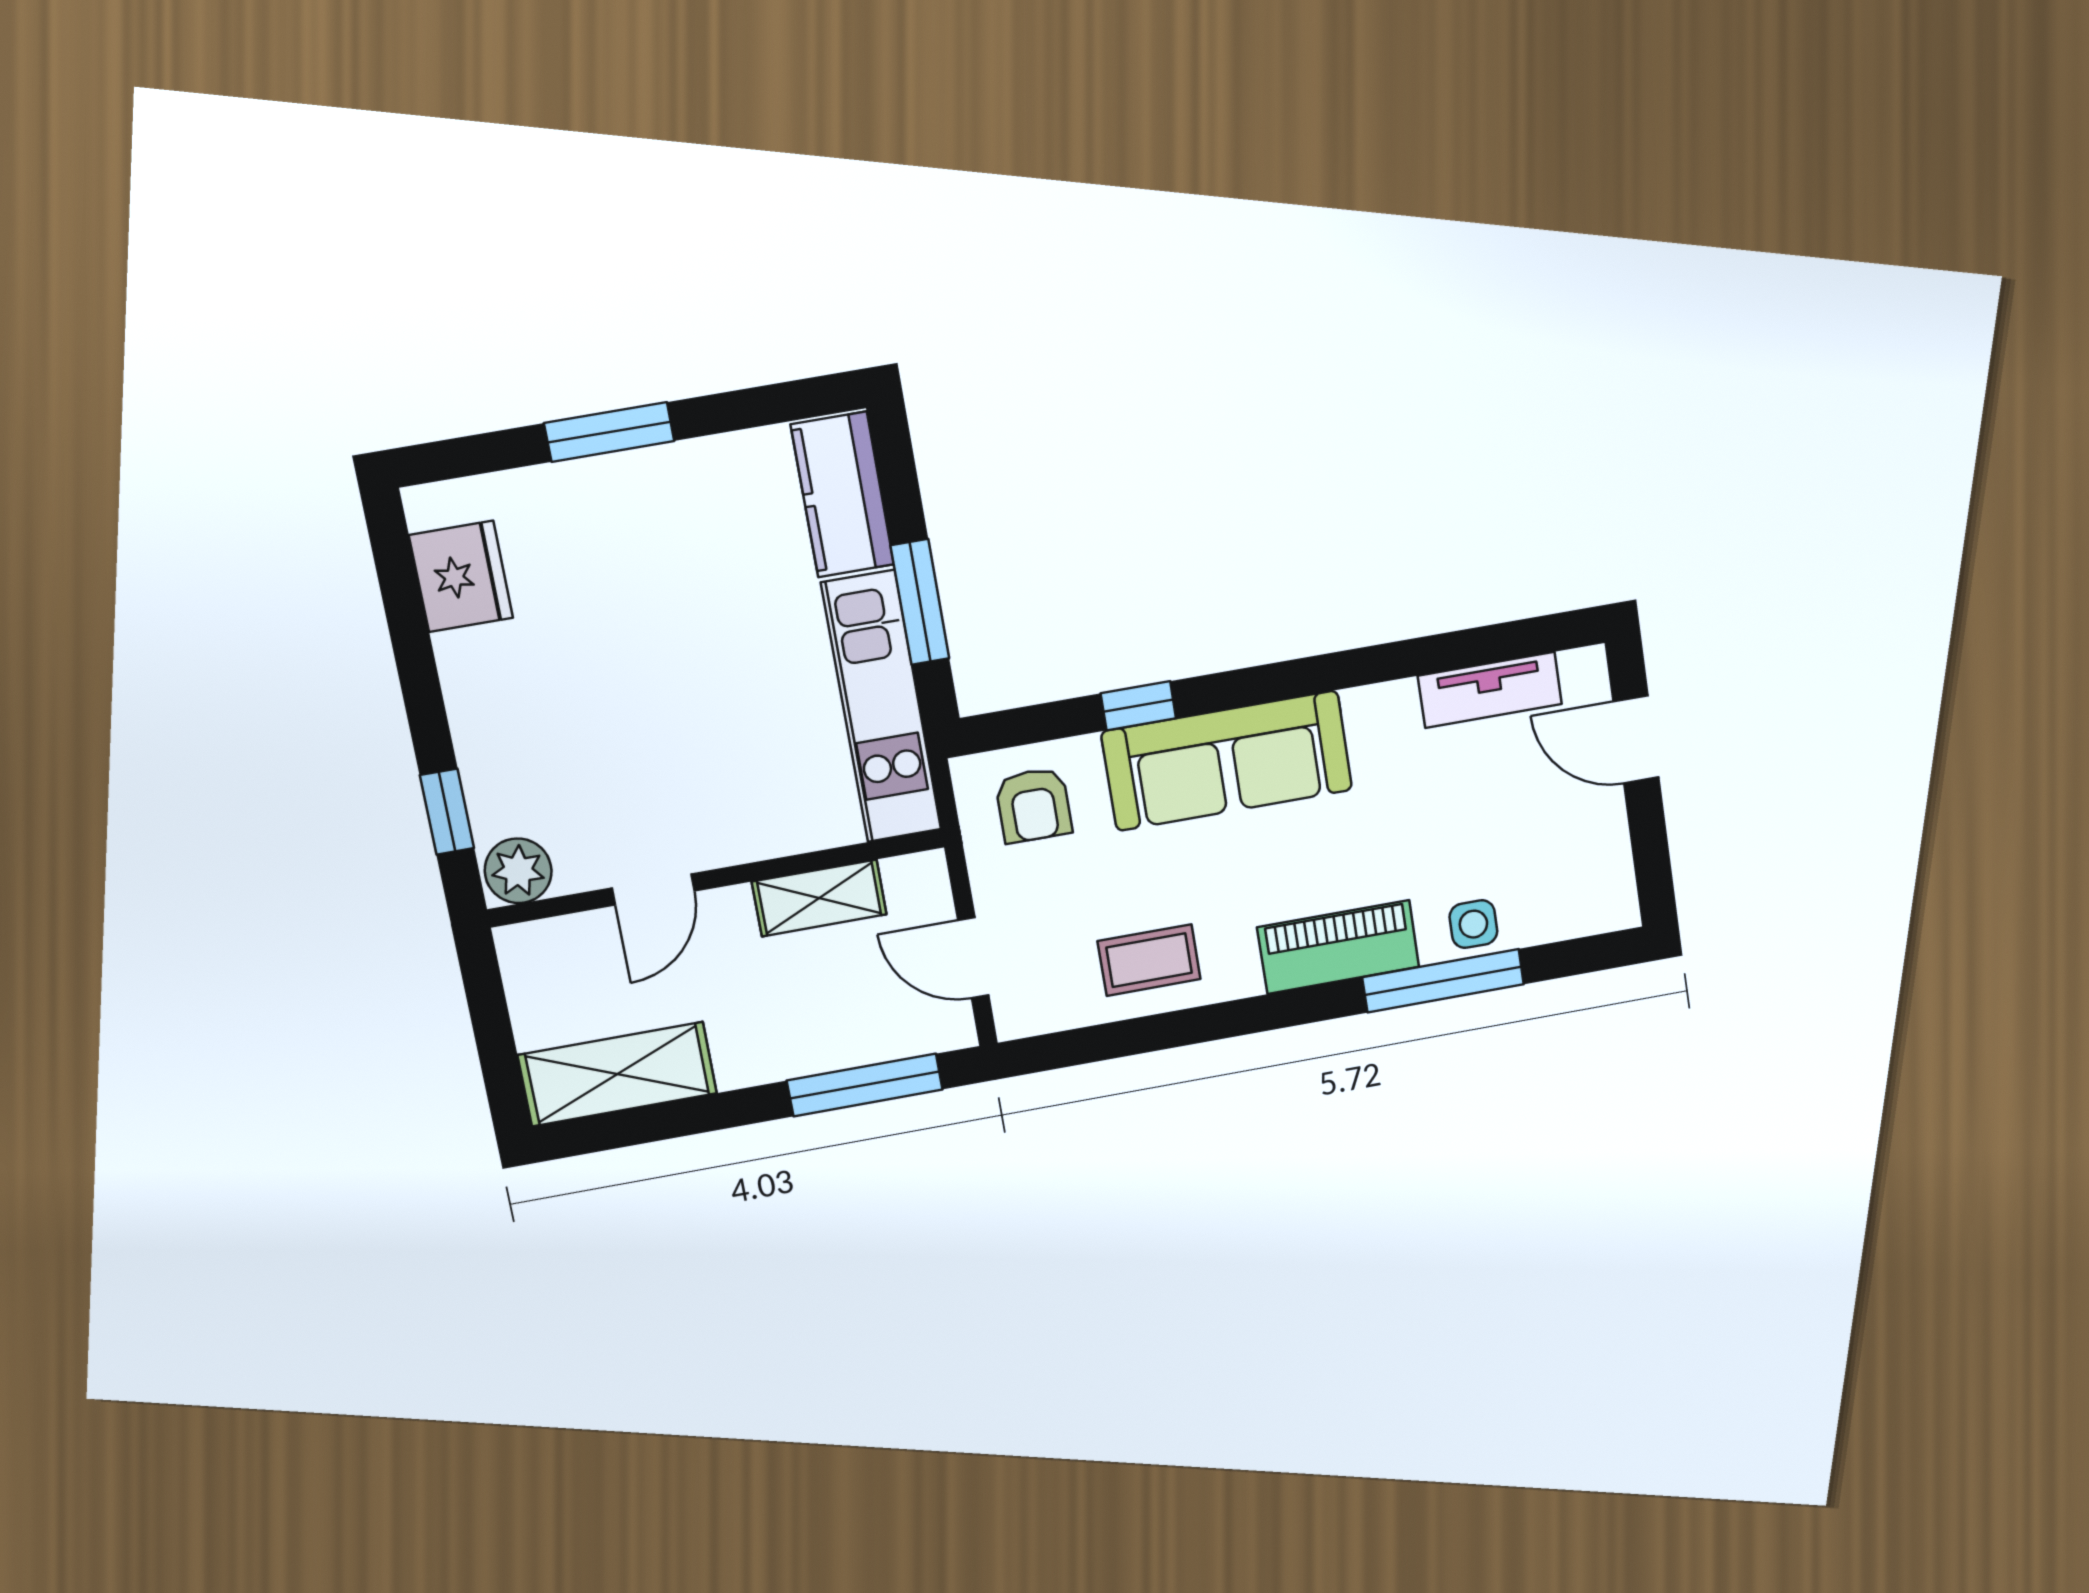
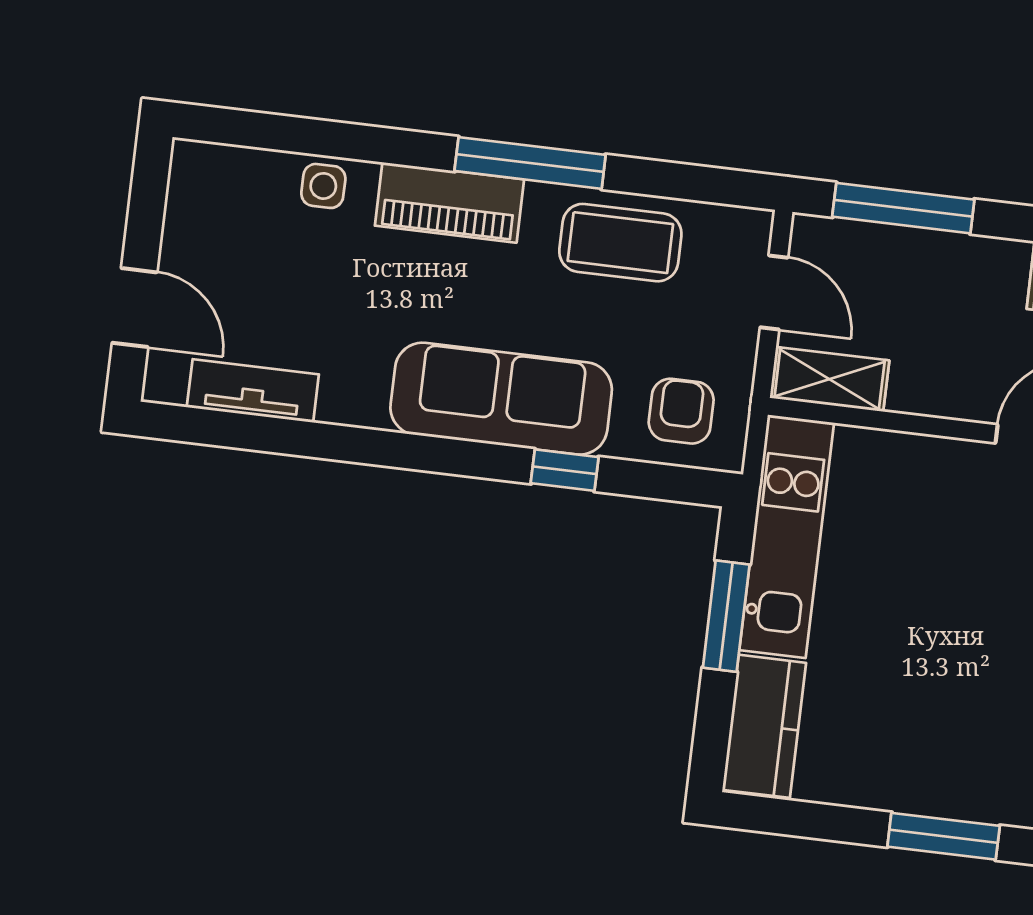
shelving: (819, 898) -> (830, 379), moved
coffee table: (1149, 960) -> (620, 243), width x1.36, depth x1.30
window: (1443, 981) -> (530, 163), moved

